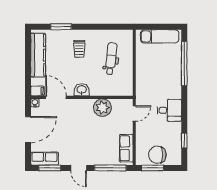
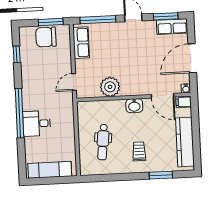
window: (184, 64) -> (20, 113), moved
desk: (169, 110) -> (37, 124), moved
chair: (157, 155) -> (46, 37), turned 180

